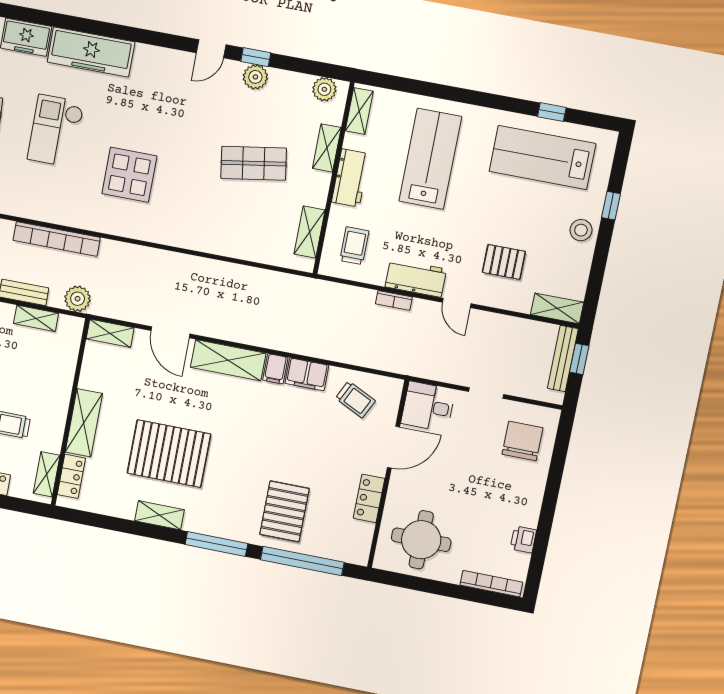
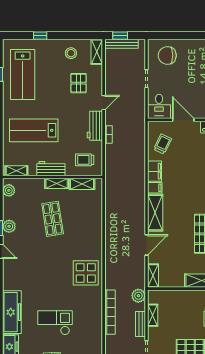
checkout: (56, 131) -> (55, 323), turned 180
shelving: (327, 148) -> (57, 183), moved
display table: (129, 175) -> (86, 273), moved
stool: (581, 230) -> (71, 53), moved

